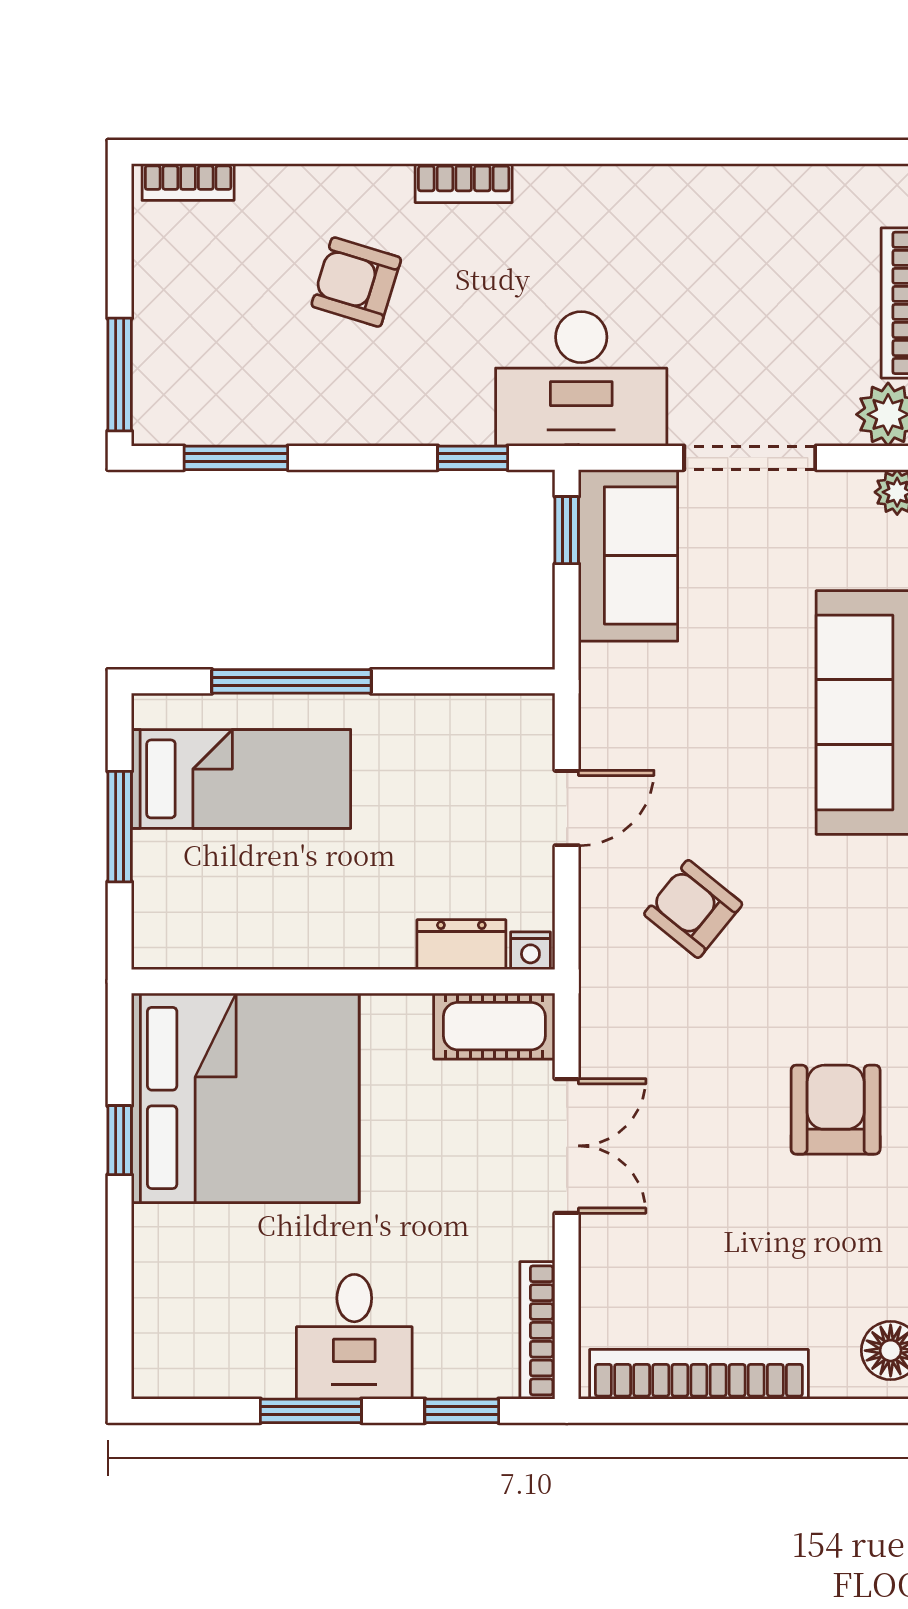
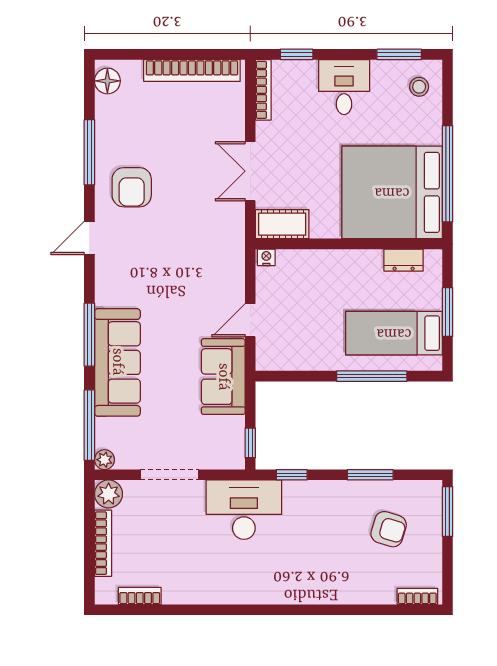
bookcase: (464, 183) -> (140, 596), moved
armchair: (356, 282) -> (389, 529), moved
window: (236, 458) -> (370, 475), moved
sofa: (628, 555) -> (223, 377), moved
armchair: (693, 909) -> (194, 276), removed
dresser: (461, 945) -> (404, 260), moved
window: (120, 1140) -> (448, 174), width x3.17
stool: (184, 1337) -> (419, 87), added
window: (311, 1411) -> (399, 54), moved

